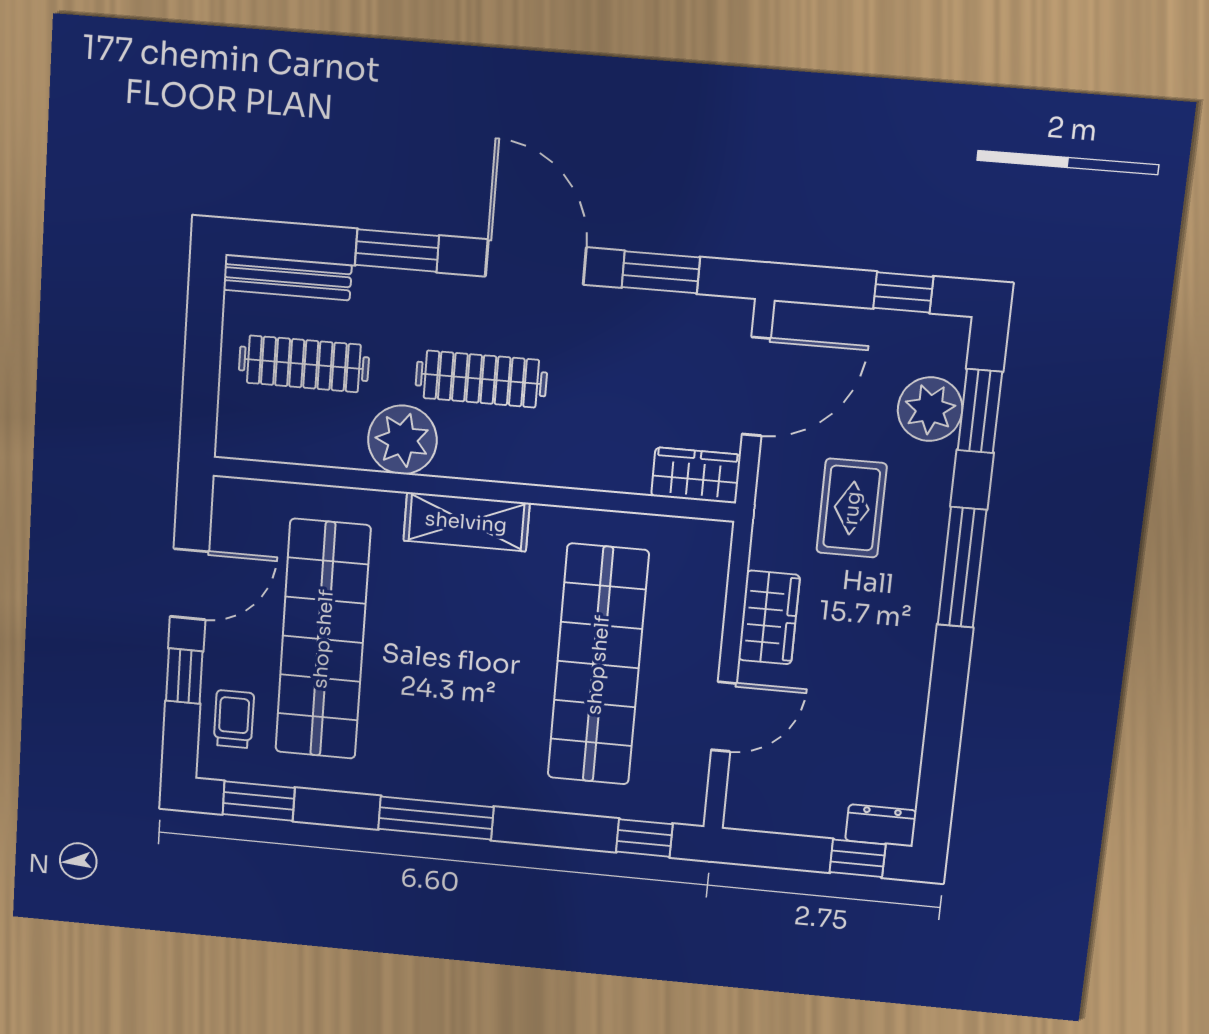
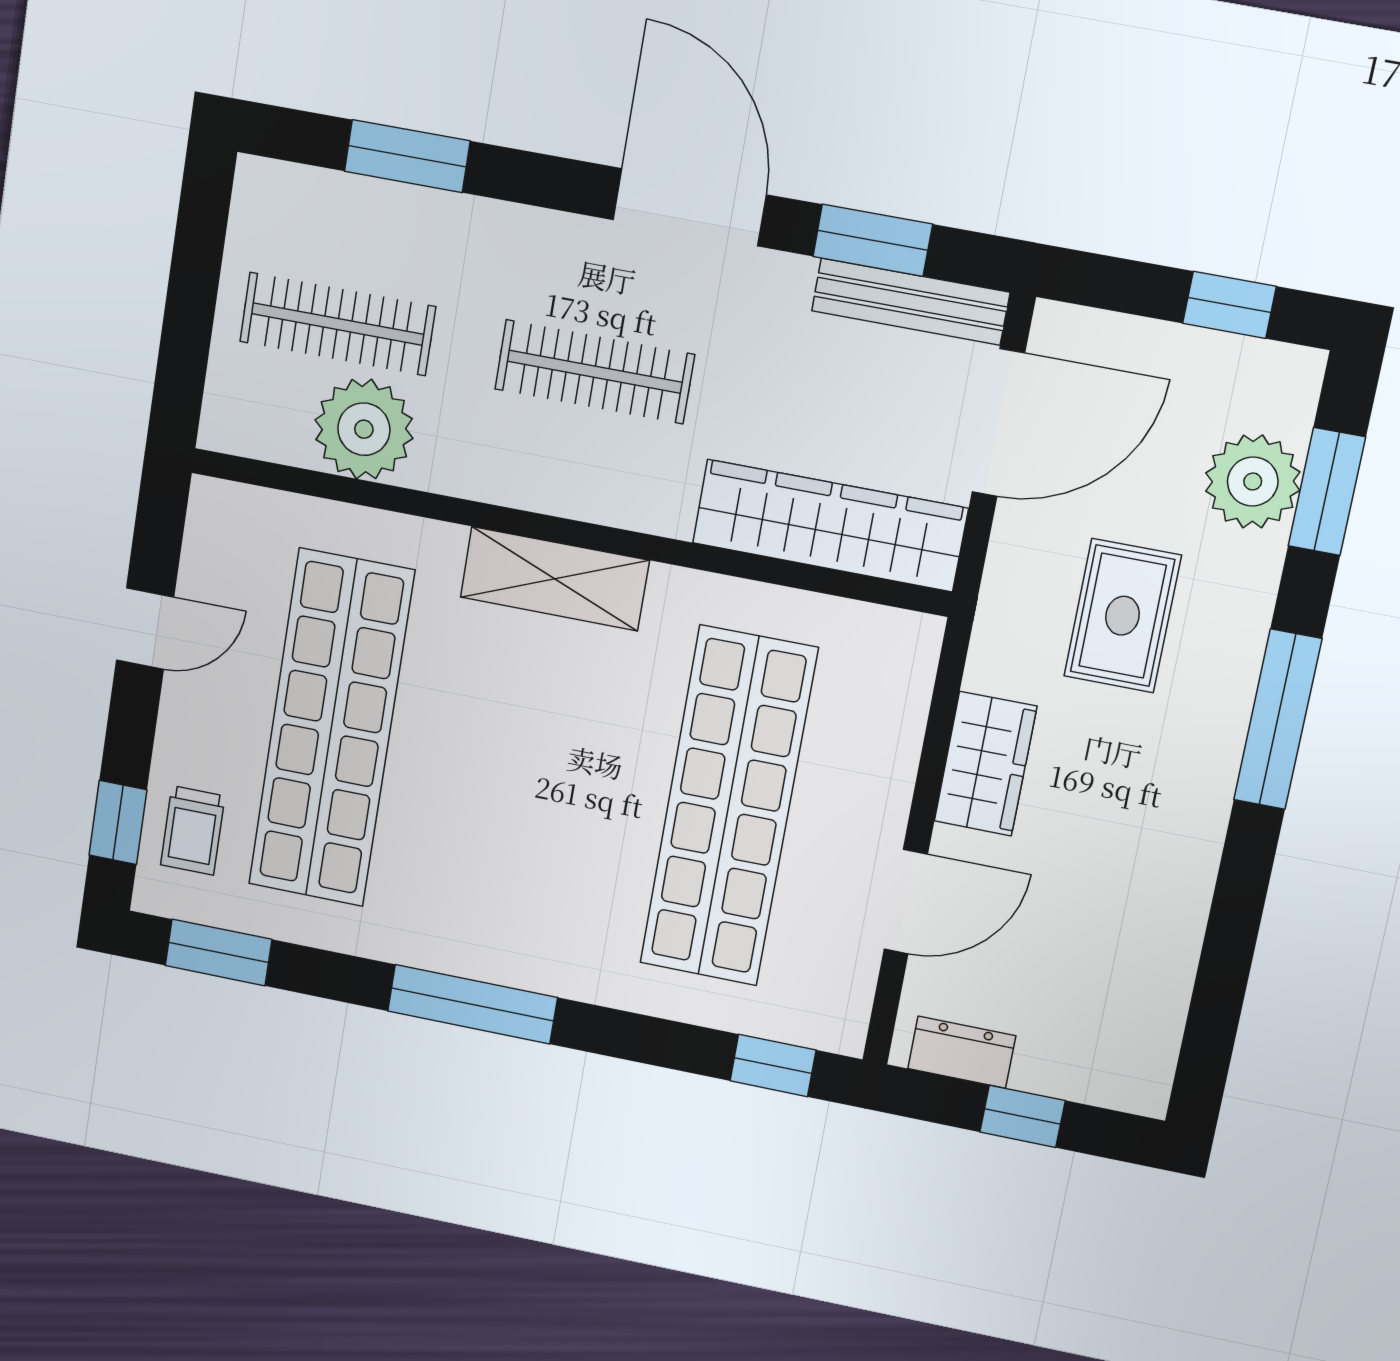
window: (397, 250) -> (407, 156), moved
bench: (287, 277) -> (911, 302), moved
plant: (402, 440) -> (364, 429), moved
wardrobe: (696, 475) -> (830, 526), width x2.10, depth x1.17
door: (189, 584) -> (145, 629), width x0.73
window: (184, 676) -> (118, 822), moved
trolley: (234, 719) -> (193, 831), turned 180
dresser: (881, 825) -> (962, 1052), moved
window: (858, 858) -> (1023, 1116), moved

